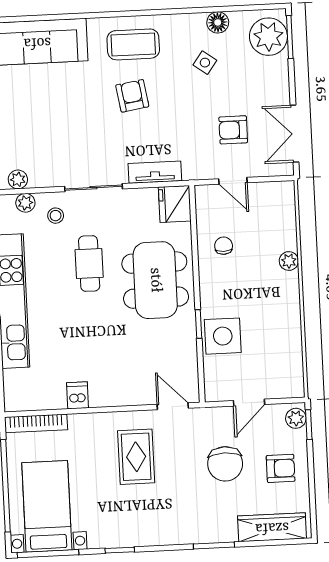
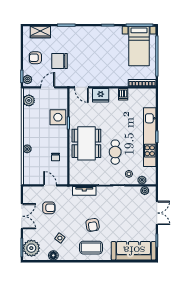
double door: (295, 134) -> (22, 216), moved
fridge: (175, 204) -> (101, 95), moved, turned 90
plant: (291, 371) -> (29, 100), added
rug: (136, 457) -> (99, 66), removed
chair: (225, 464) -> (60, 61), turned -90
wardrobe: (272, 527) -> (40, 32), width x0.67

